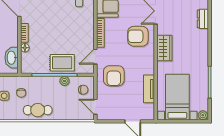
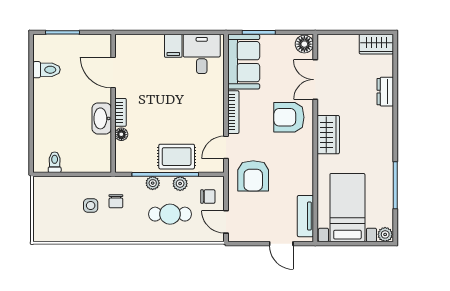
washbasin: (12, 58) -> (102, 118), moved
plant: (46, 81) -> (153, 183), added
tv unit: (149, 89) -> (305, 216), moved
cafe table: (38, 110) -> (170, 214), moved

